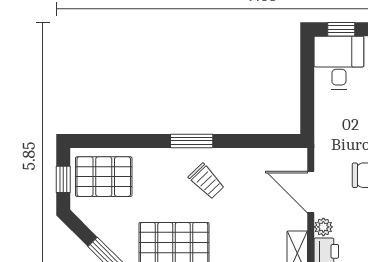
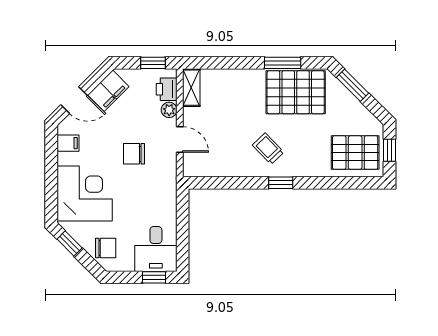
window: (192, 141) -> (281, 183), width x0.67
door: (311, 192) -> (180, 139), width x0.73

